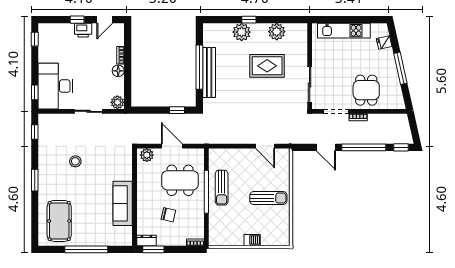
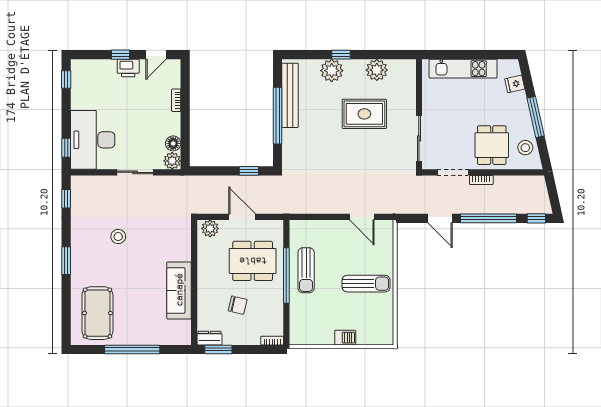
floor lamp: (118, 71) -> (173, 143), moved
bench: (209, 73) -> (290, 95), moved
stool: (392, 92) -> (525, 148), added

